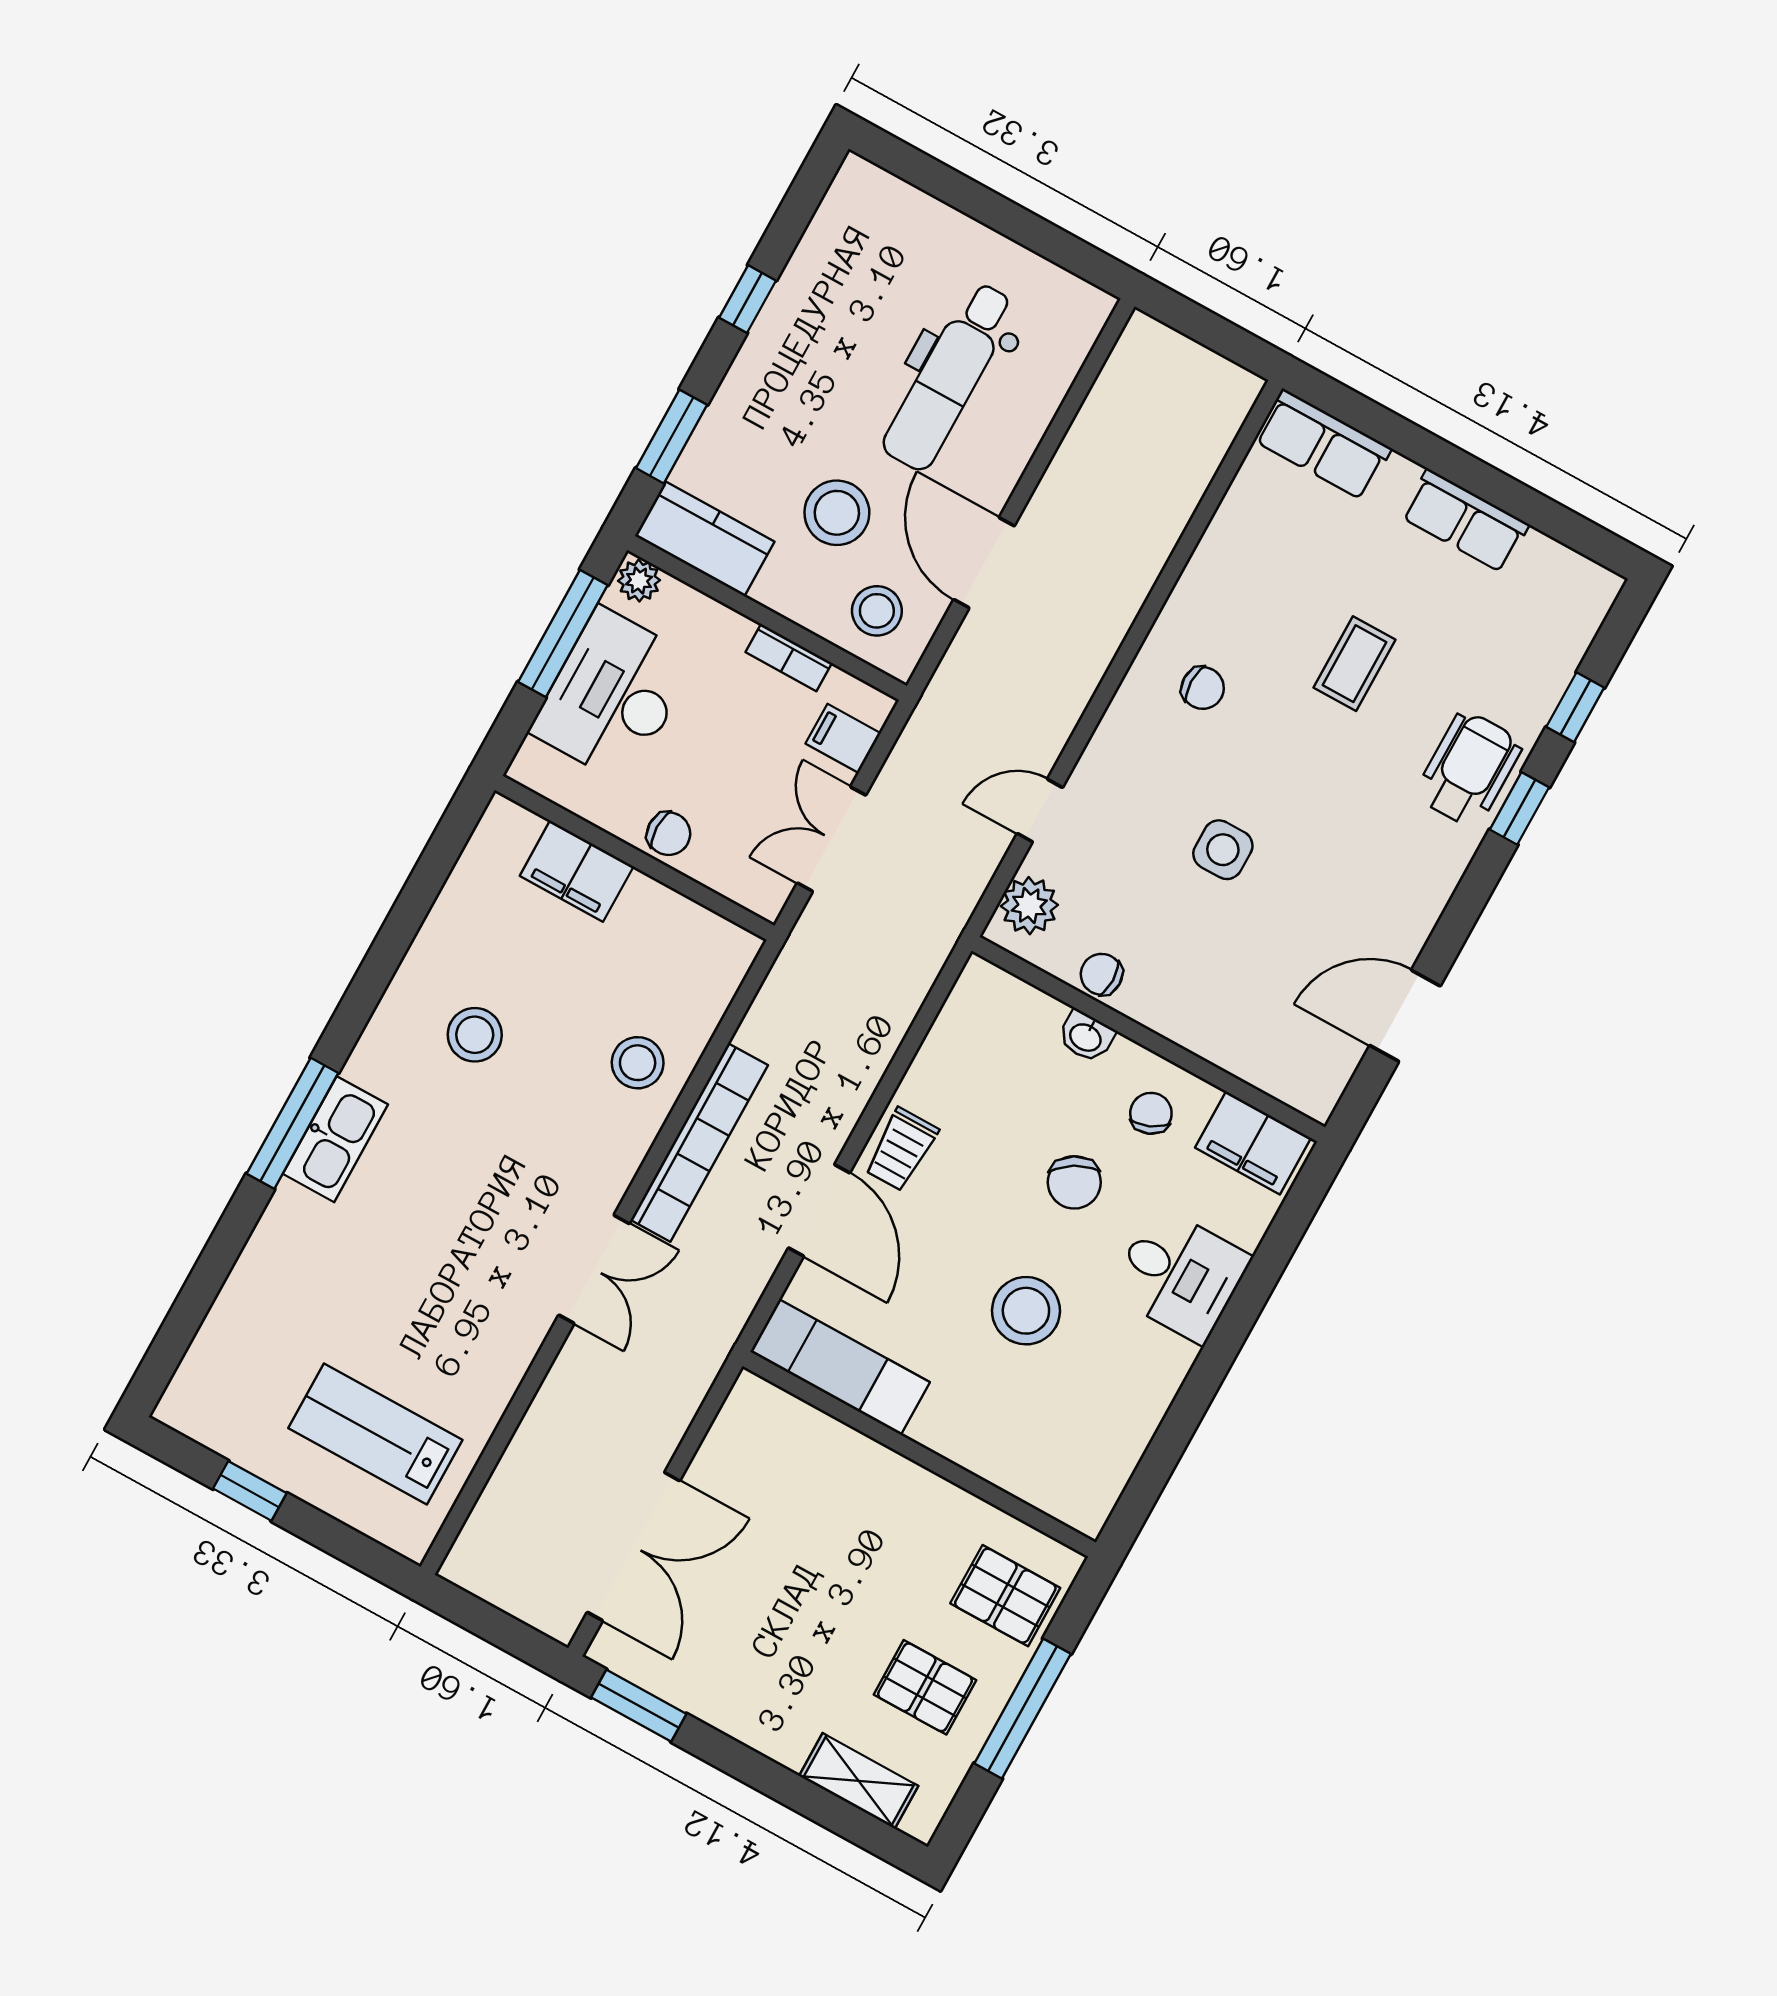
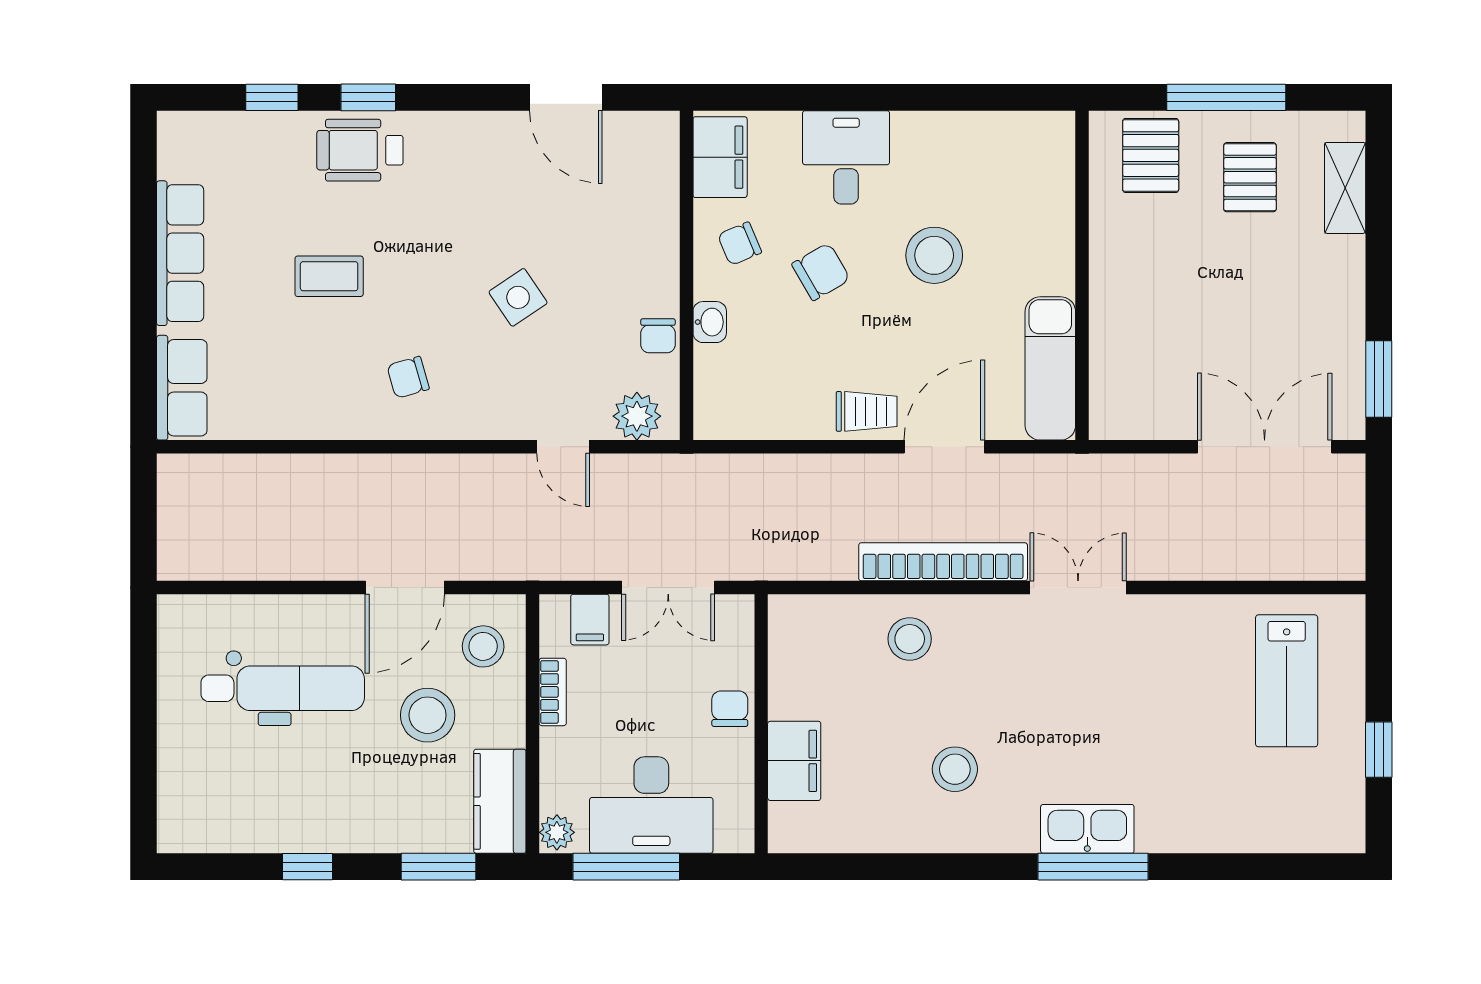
row of seats: (1465, 521) -> (180, 253), width x1.48
chair: (1203, 688) -> (408, 377), turned -106
side table: (1223, 850) -> (518, 297), turned -34

